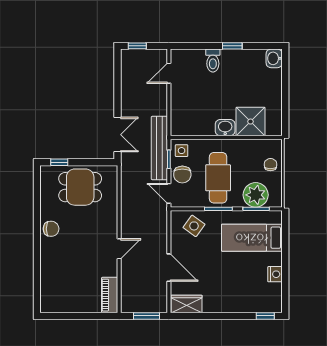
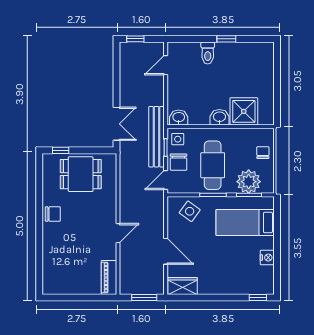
washbasin: (274, 58) -> (179, 118), moved, turned 90
door: (169, 193) -> (166, 180), hinge flipped

